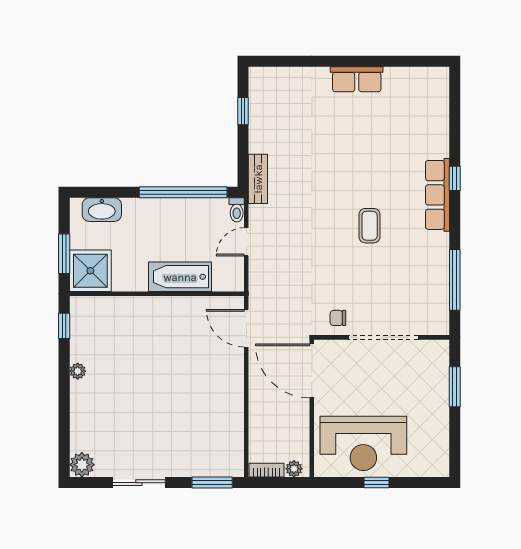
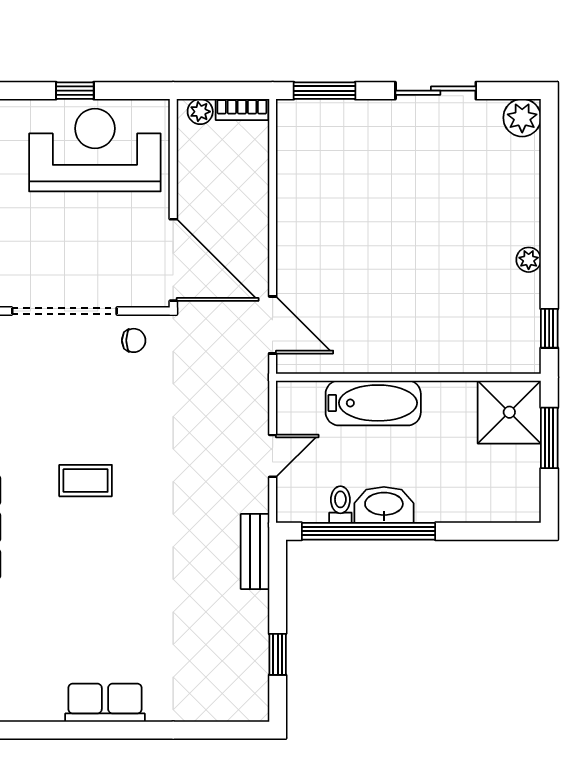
washbasin: (102, 210) -> (384, 505), moved
toilet: (237, 210) -> (340, 505), moved
coffee table: (370, 226) -> (86, 481), turned 90

